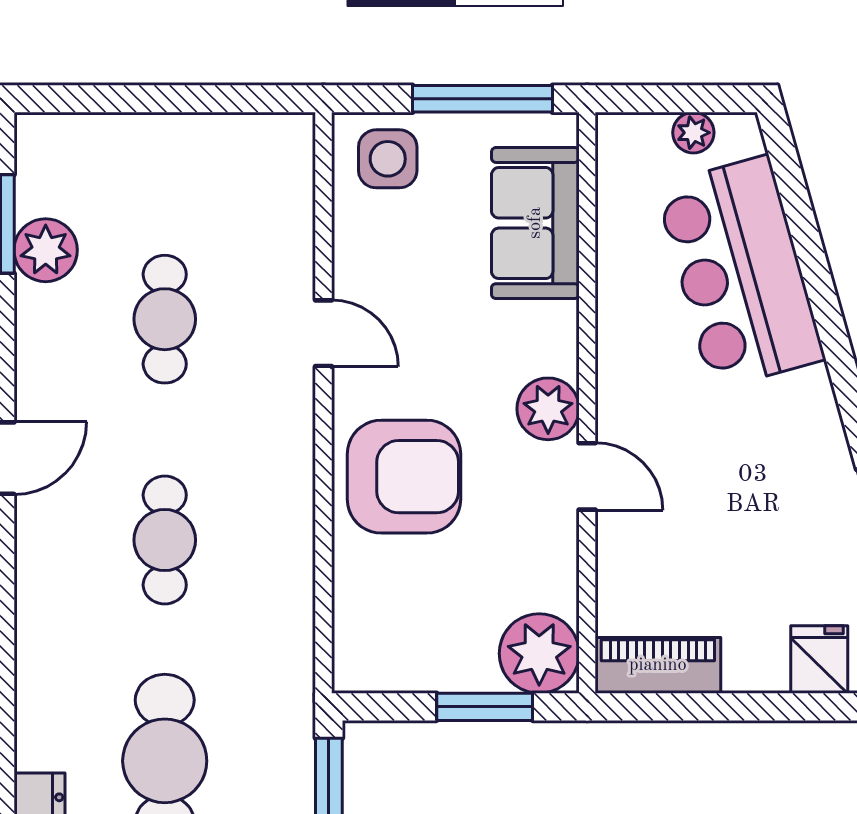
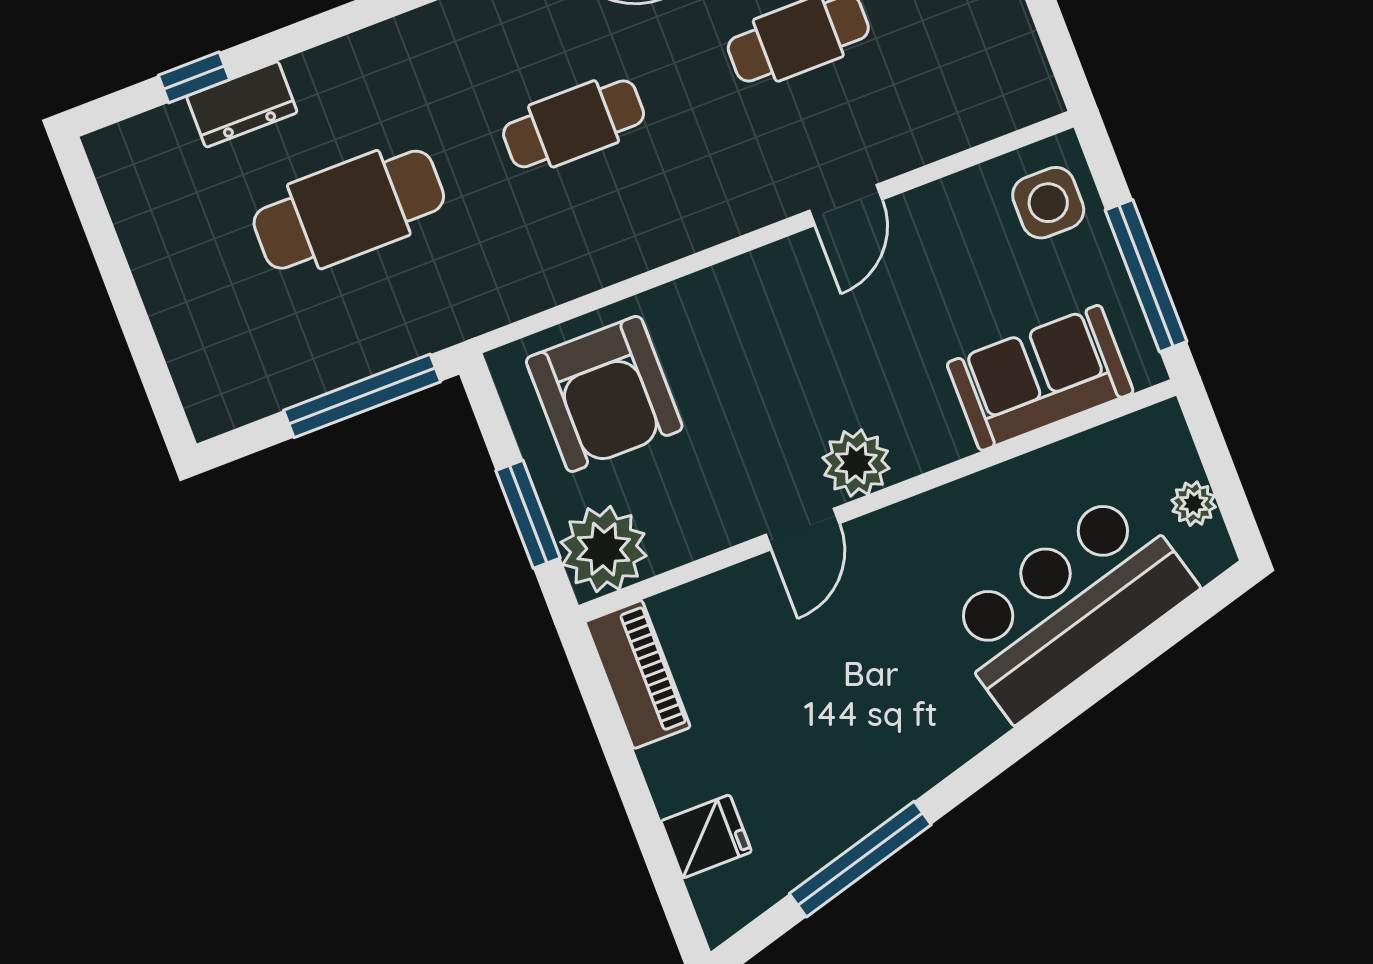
armchair: (404, 477) -> (604, 394), moved

